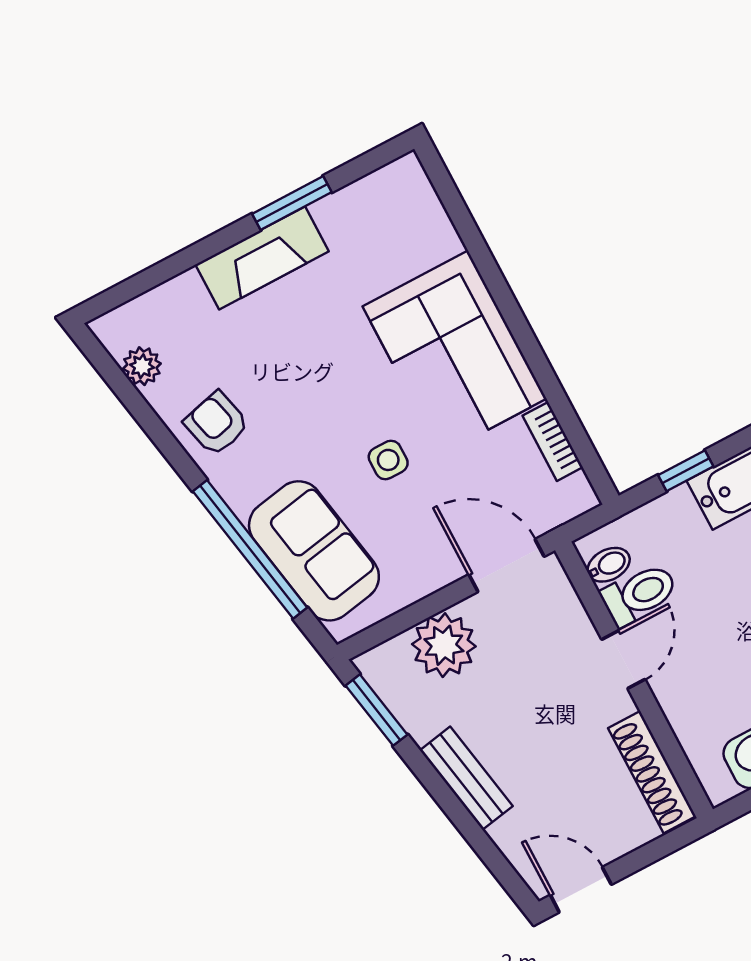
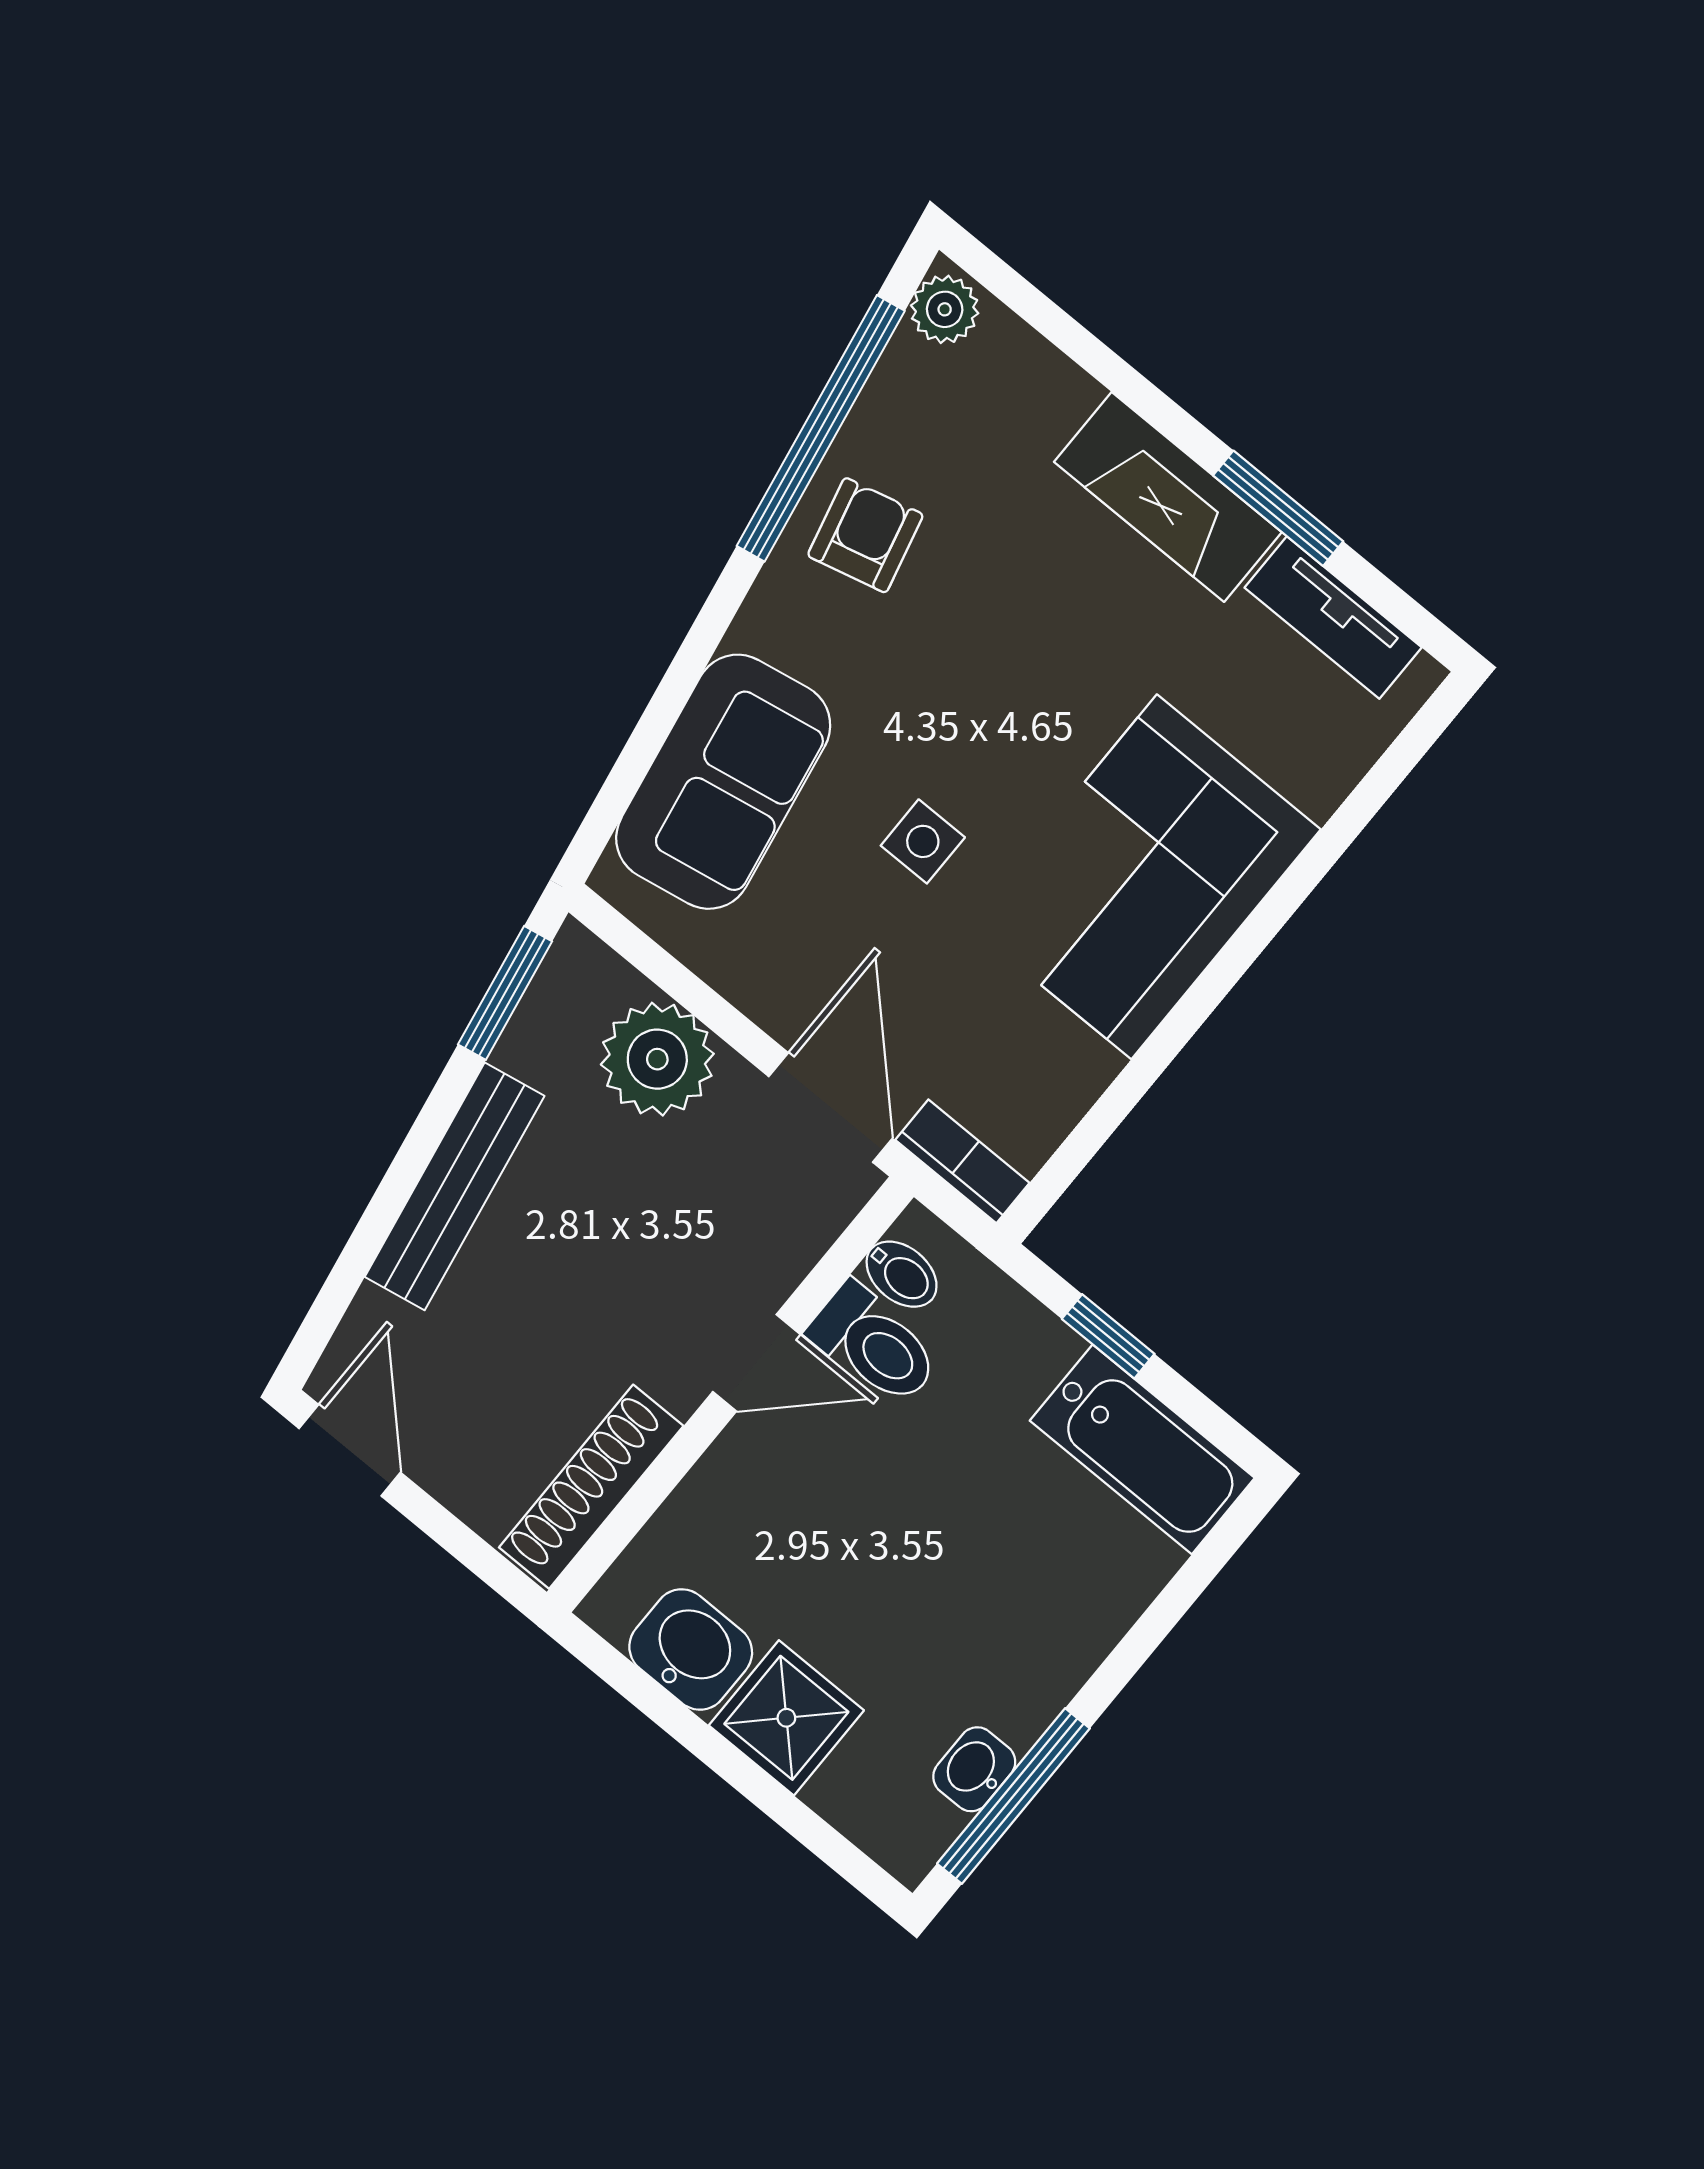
tv unit: (361, 198) -> (1333, 618), added
plant: (142, 366) -> (945, 309), moved
bookcase: (553, 441) -> (962, 1161), moved, turned 90
window: (250, 549) -> (821, 428), moved
bench: (466, 778) -> (455, 1186), width x1.36

